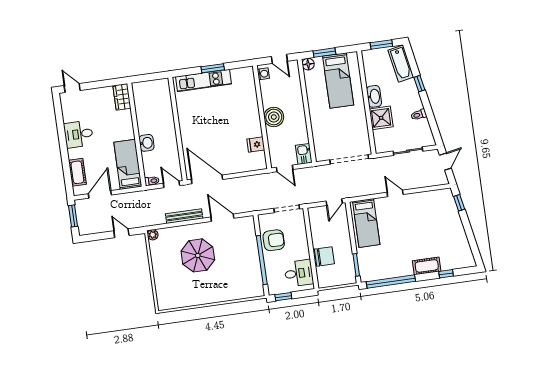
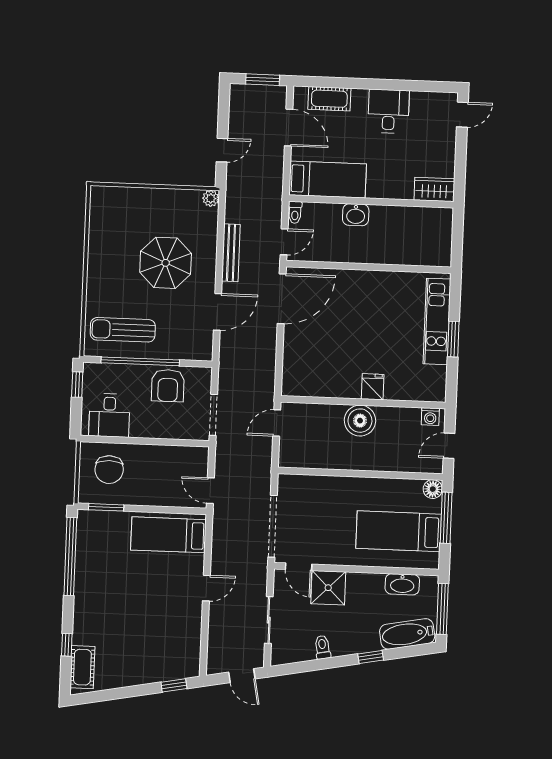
window: (381, 45) -> (442, 609), width x1.44
window: (324, 53) -> (446, 518), width x1.44
washbasin: (374, 96) -> (402, 584), moved
door: (371, 139) -> (299, 567), added
fridge: (256, 144) -> (373, 387), moved
kitchen sink: (304, 154) -> (294, 457), removed
chair: (324, 256) -> (109, 470), moved
cot: (427, 266) -> (82, 667), moved
sun lounger: (244, 275) -> (123, 330), added

